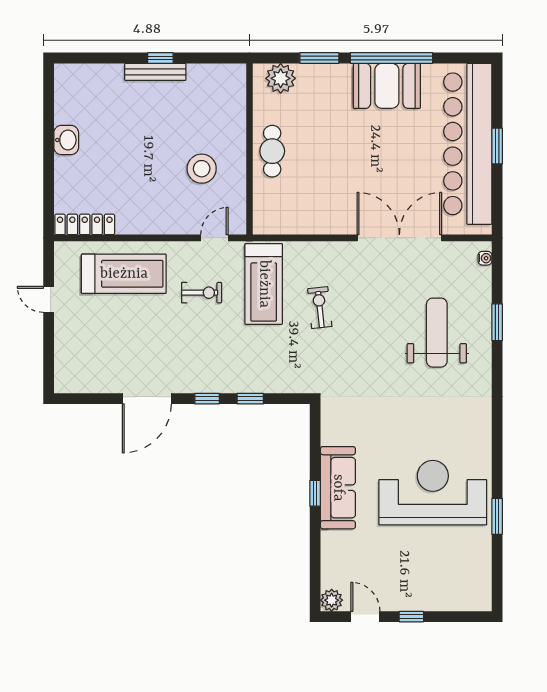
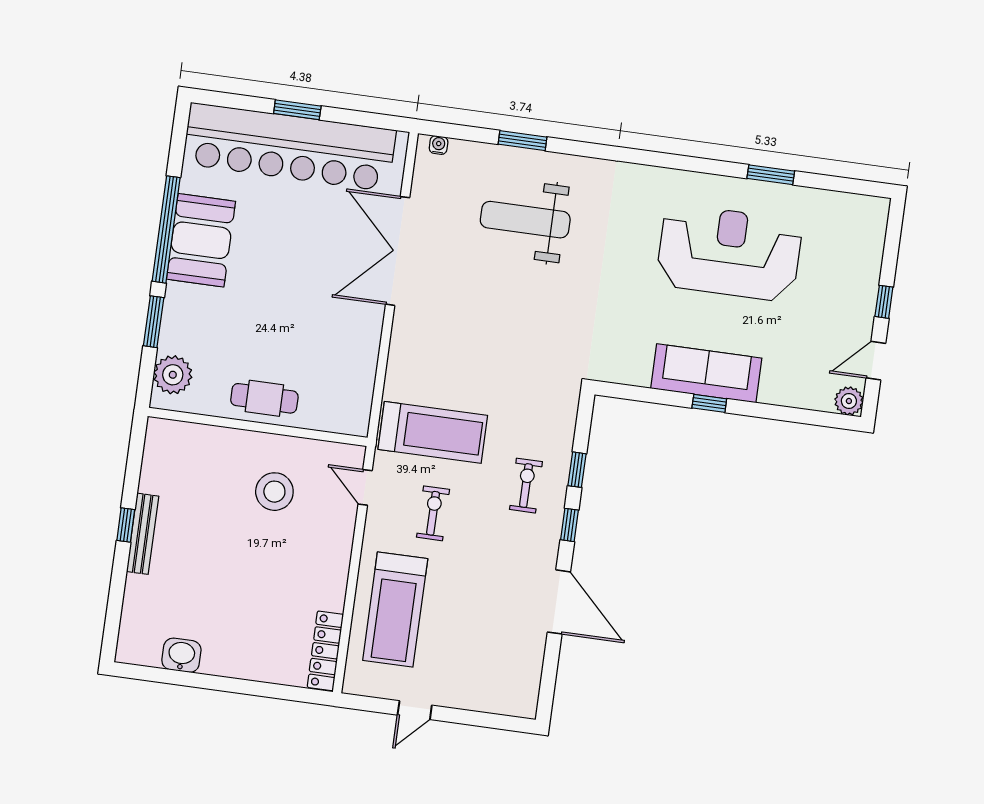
washbasin: (66, 140) -> (181, 655), moved
treadmill: (124, 274) -> (395, 609), turned 180
exercise bike: (320, 308) -> (526, 486), moved, turned 96
reception desk: (433, 493) -> (729, 253), turned 90

